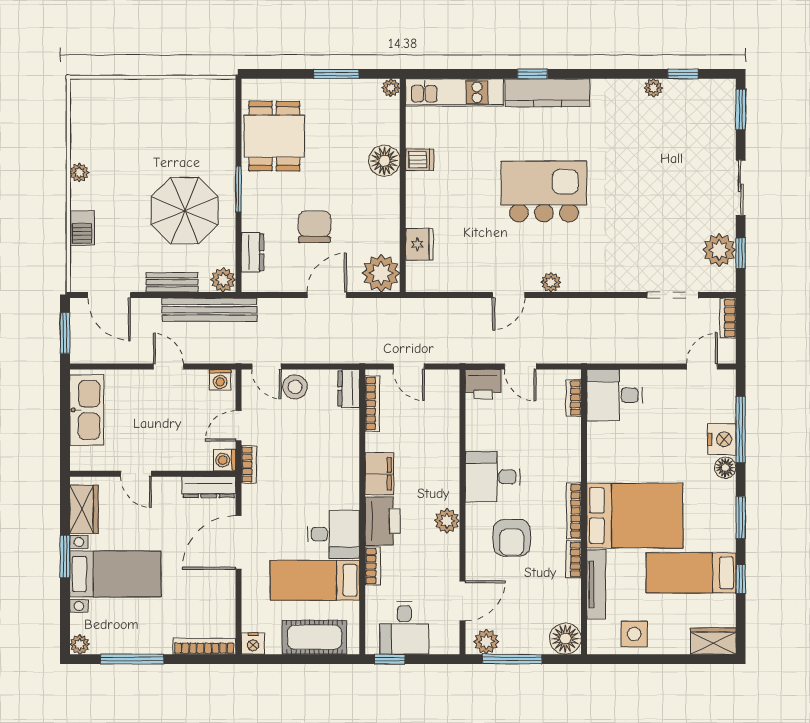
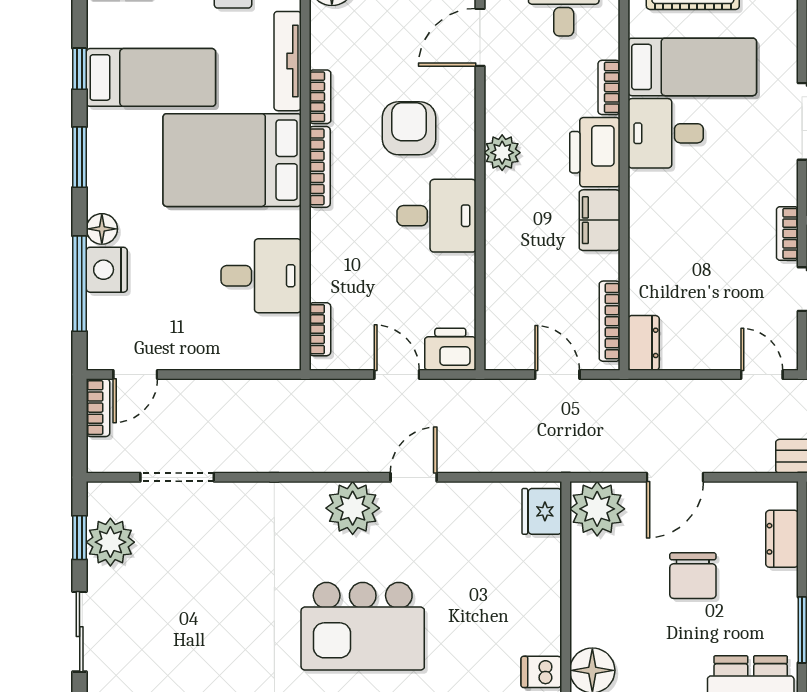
fridge: (419, 244) -> (542, 511), moved
plant: (551, 282) -> (353, 508), width x1.87, depth x1.87
bookcase: (728, 318) -> (98, 408), moved
stool: (295, 387) -> (721, 345), removed
desk: (615, 395) -> (261, 276), moved

